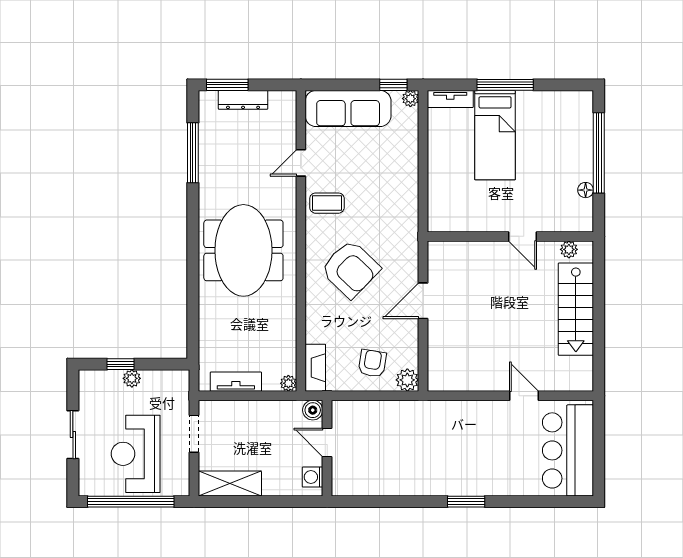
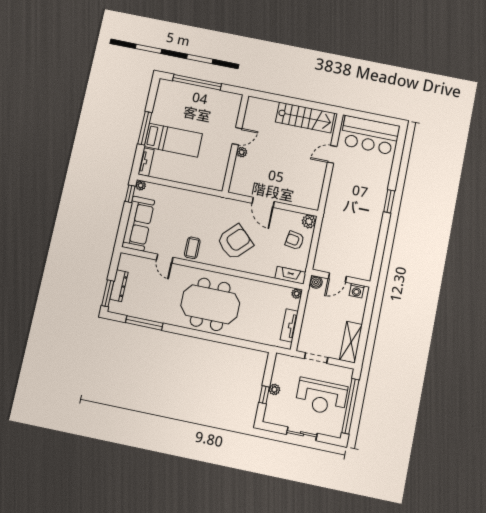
floor lamp: (586, 190) -> (217, 94), removed
plant: (569, 249) -> (242, 152), moved
stairs: (576, 309) -> (305, 118), moved

